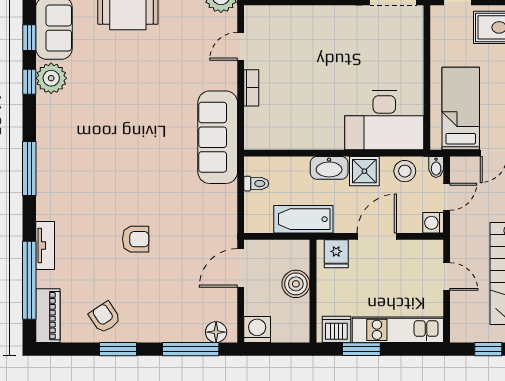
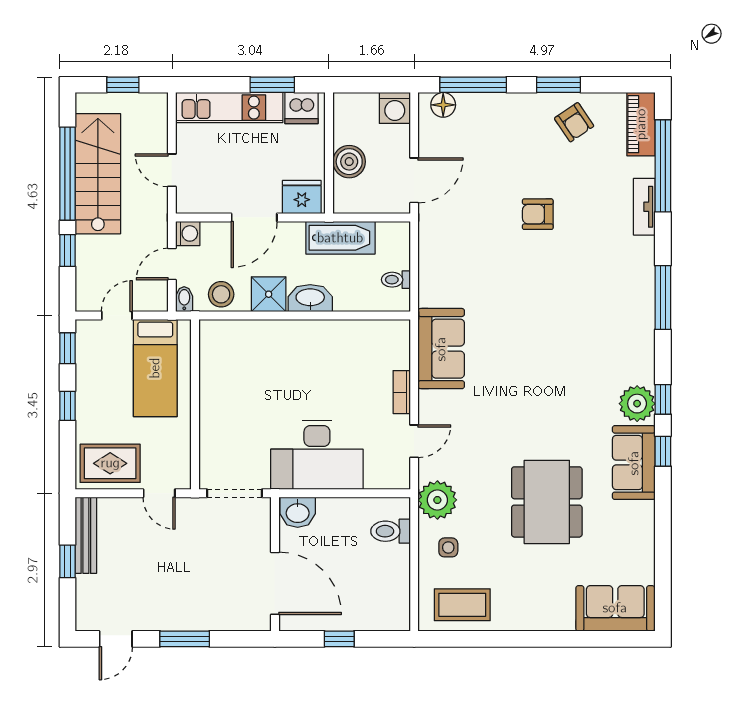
desk: (384, 120) -> (317, 455), moved, turned 180
sofa: (218, 137) -> (441, 349), width x0.73
fridge: (336, 254) -> (302, 197), width x1.38

